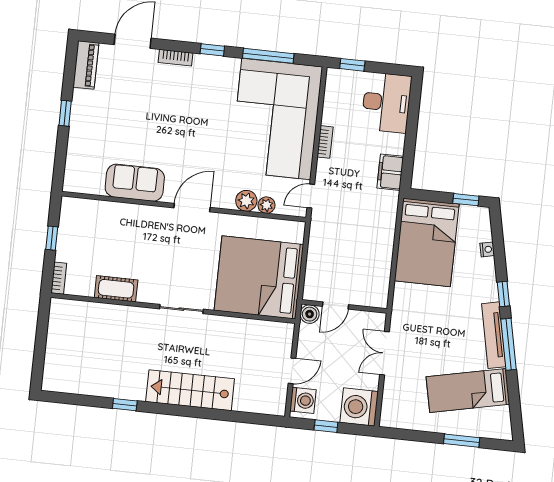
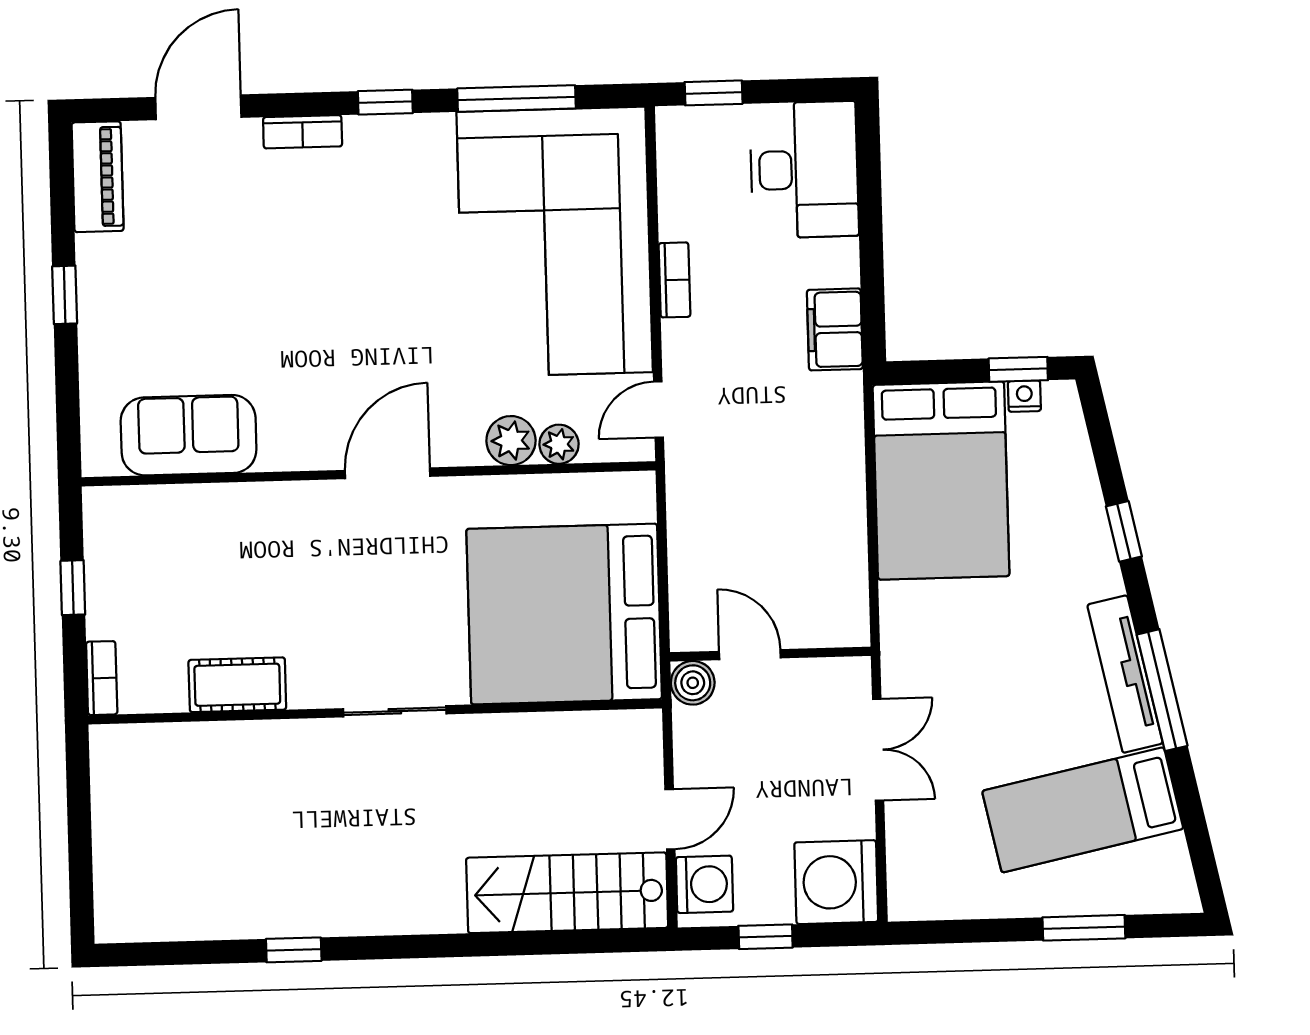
sofa: (135, 183) -> (189, 435), moved
nightstand: (487, 249) -> (1024, 396), moved, turned -78
window: (503, 294) -> (1124, 531), moved
door: (335, 305) -> (750, 655), swing flipped
double door: (384, 353) -> (878, 750), swing flipped
stairs: (190, 390) -> (567, 893), moved

